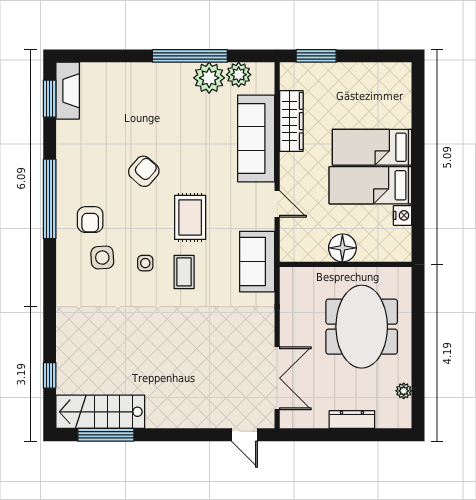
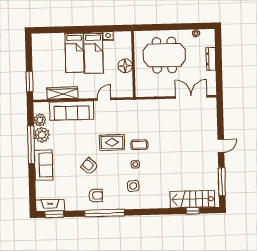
armchair: (90, 220) -> (96, 195), moved
sofa: (257, 262) -> (44, 165), moved, turned -90
stairs: (100, 412) -> (192, 199), moved, turned 90
door: (244, 435) -> (221, 146), moved

